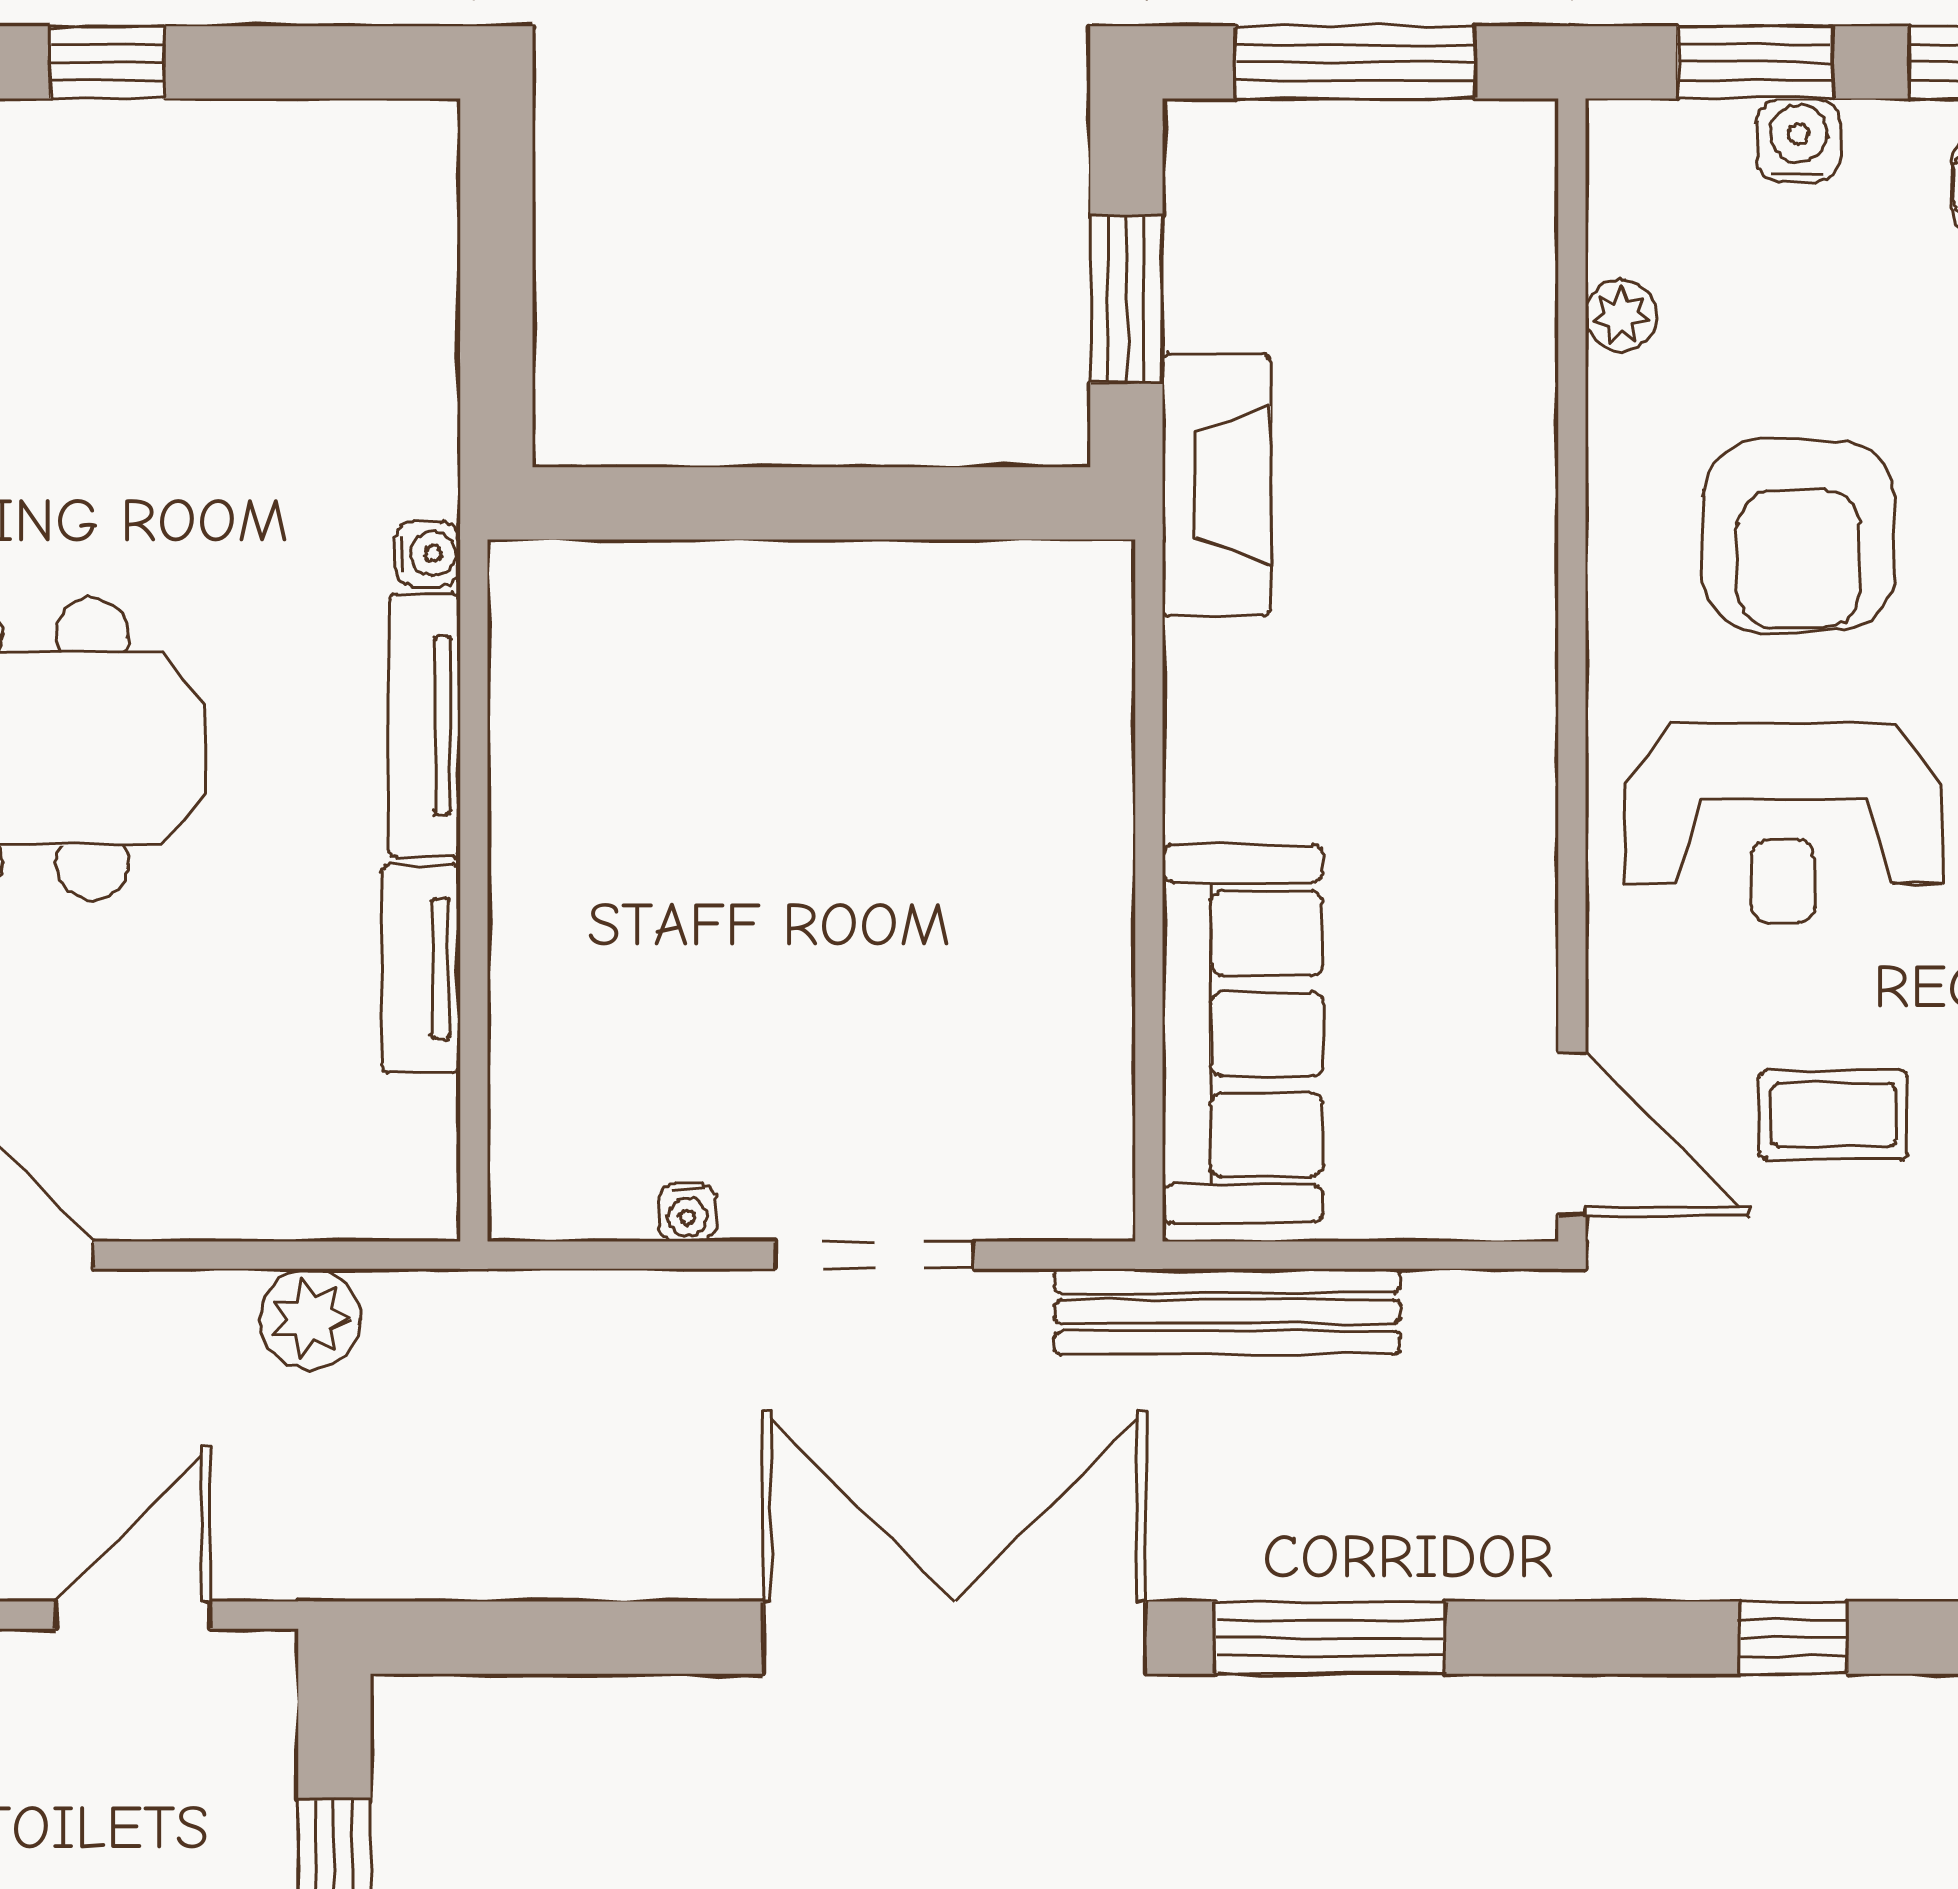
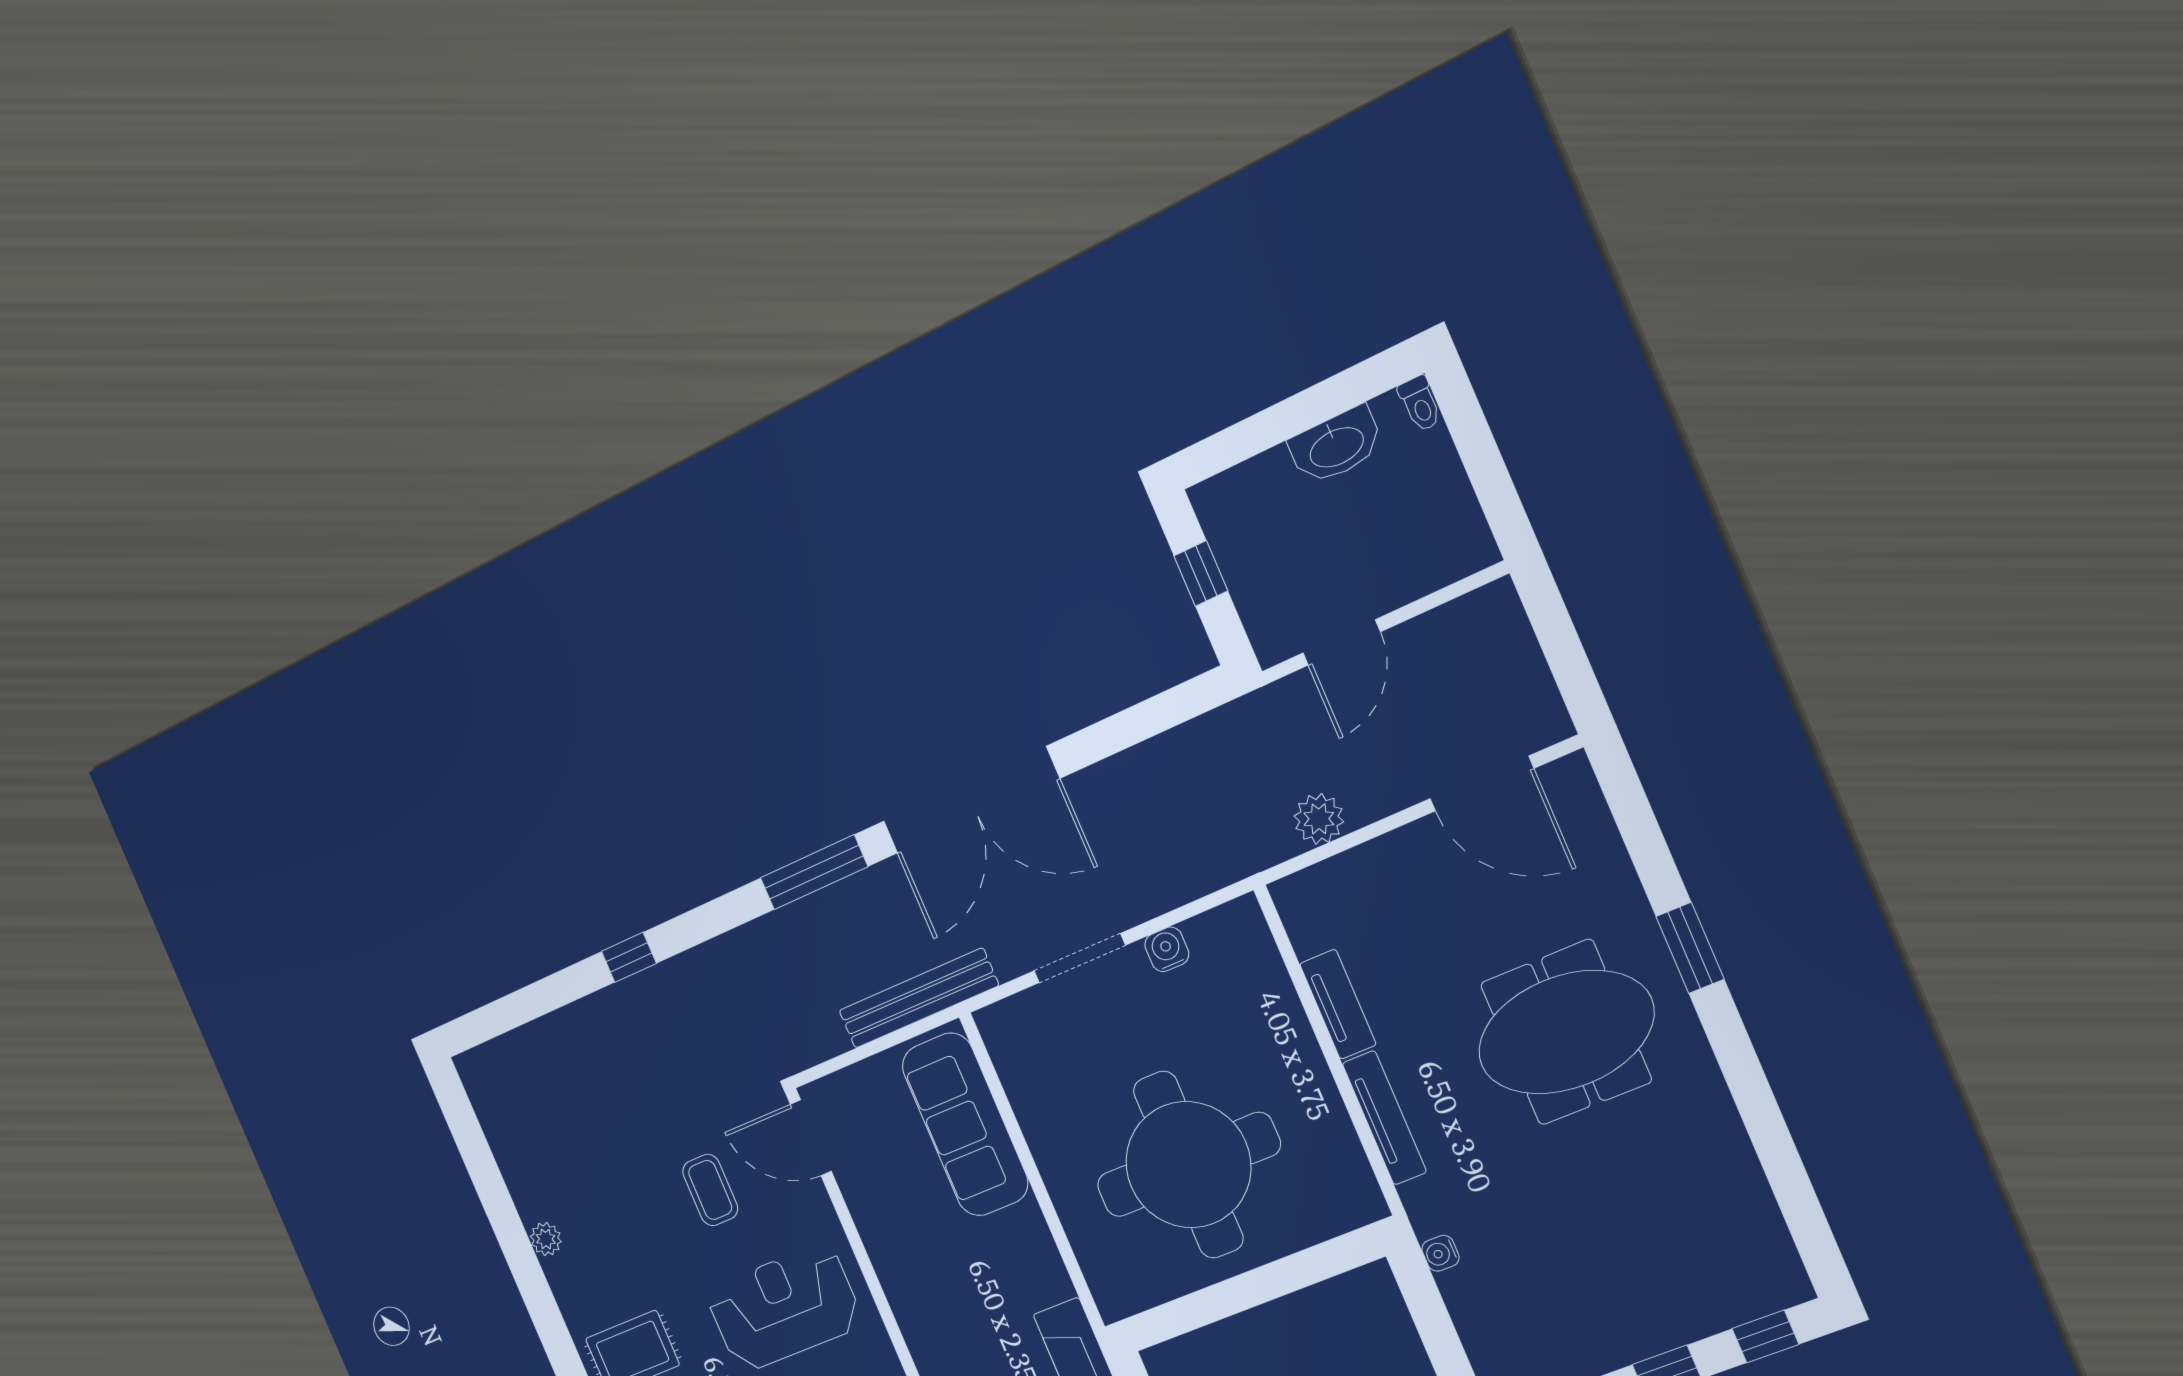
water cooler: (428, 554) -> (1440, 1253), moved
round table: (834, 784) -> (1188, 1165), added
coffee table: (1833, 1115) -> (710, 1190), turned 90
water cooler: (687, 1213) -> (1167, 949), width x1.38, depth x1.38

